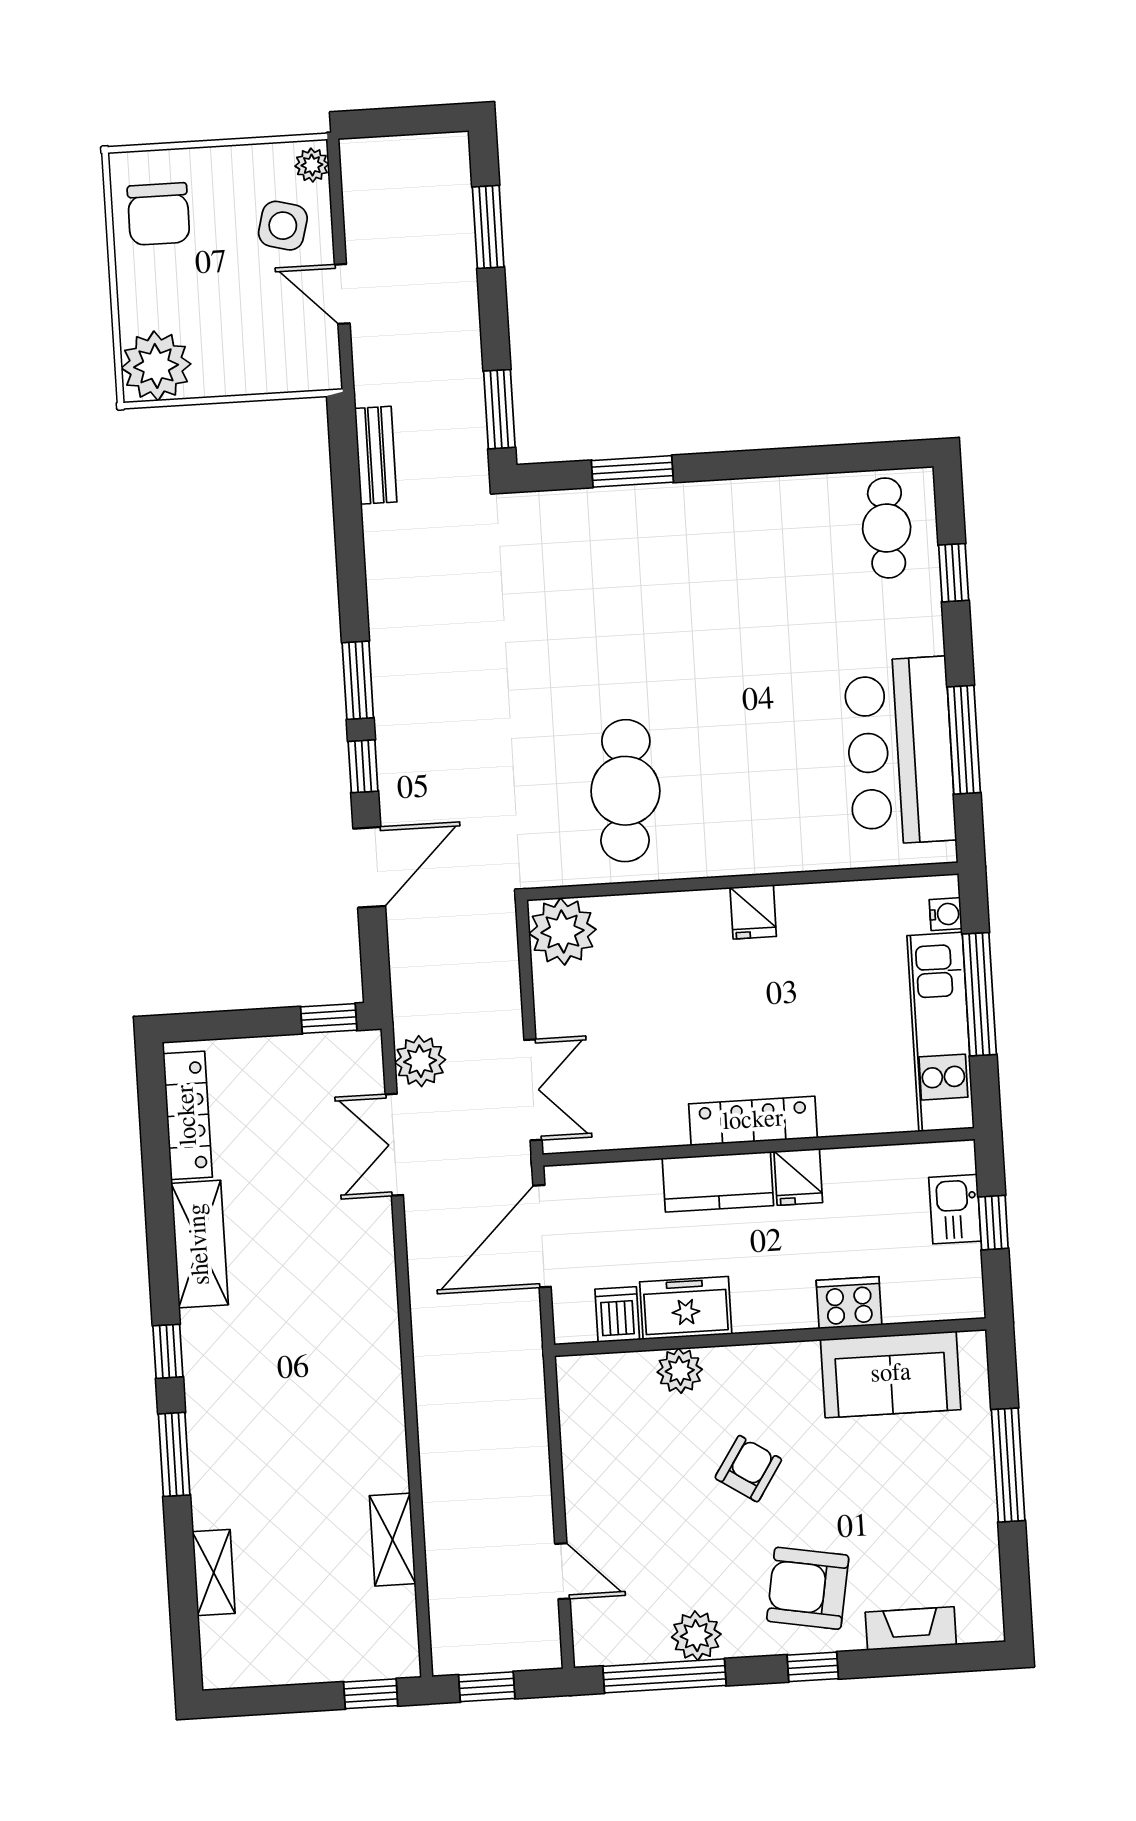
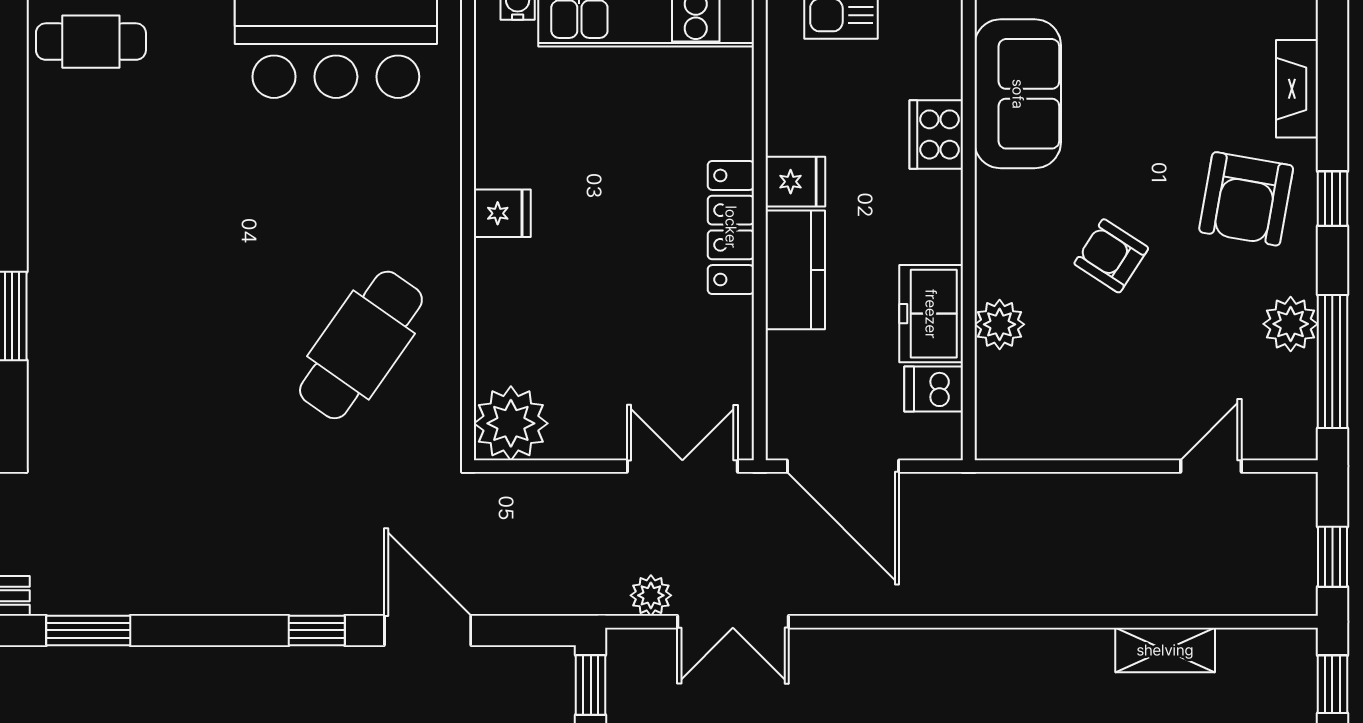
window: (358, 680) -> (88, 630), moved
cafe table: (625, 791) -> (361, 345), turned -59
plant: (420, 1061) -> (651, 595), width x0.73, depth x0.73

